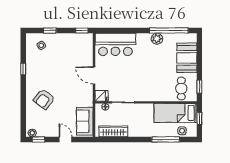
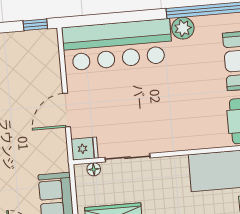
bar counter: (115, 44) -> (117, 45), width x1.36
door: (94, 75) -> (66, 110), hinge flipped

